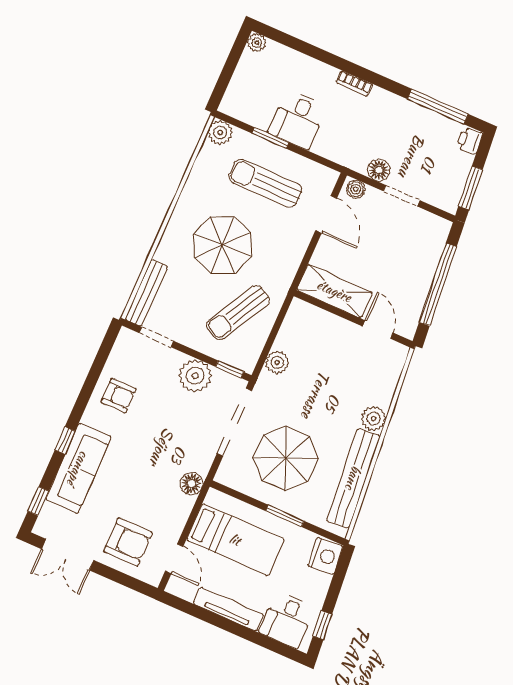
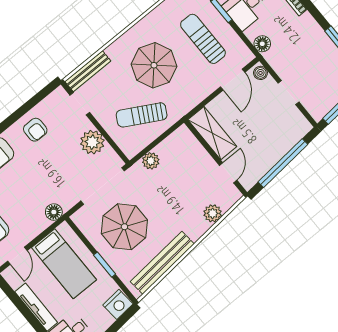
floor lamp: (379, 170) -> (262, 44), moved
window: (230, 369) -> (117, 149), removed
plant: (373, 419) -> (213, 213), moved

